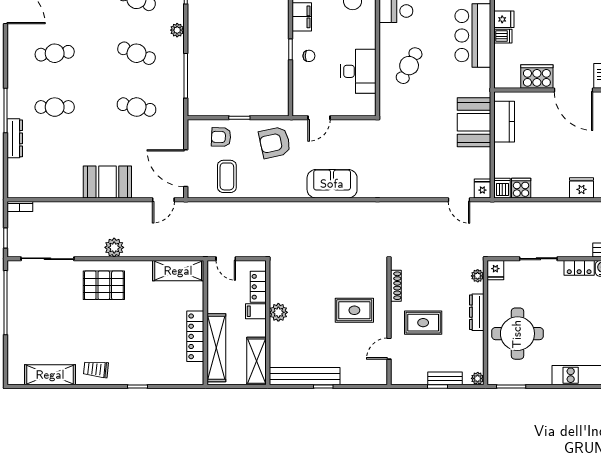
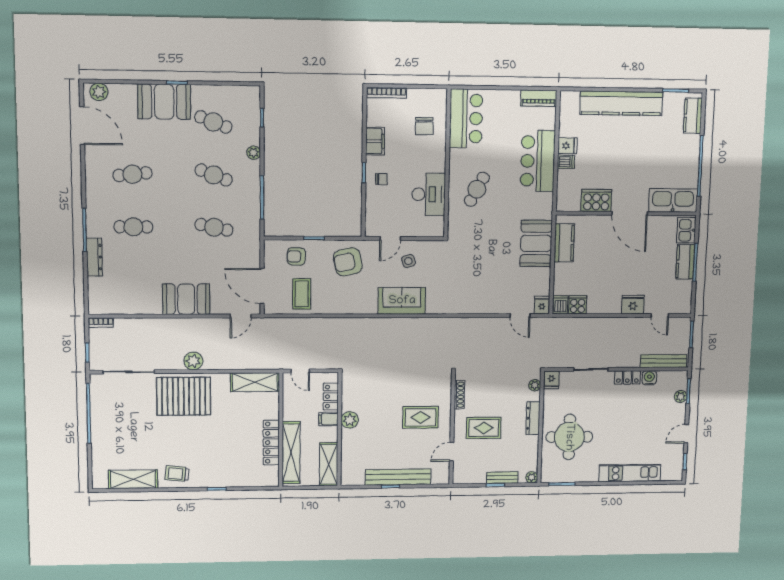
side table: (339, 141) -> (408, 261), added
pallet: (104, 285) -> (184, 396), width x1.37, depth x1.41
bench: (305, 376) -> (398, 477), moved

